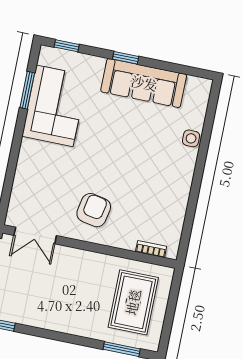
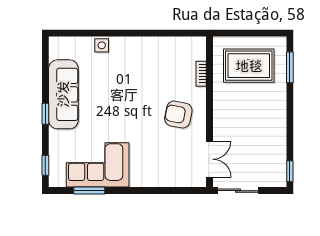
bookcase: (151, 249) -> (201, 74), moved

